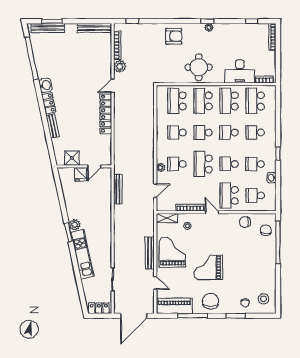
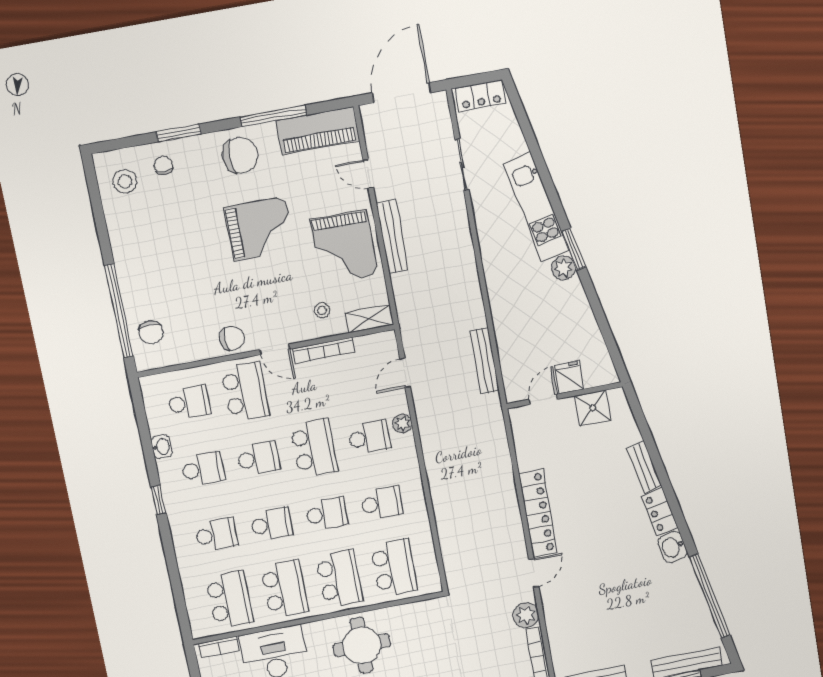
chair: (245, 222) -> (232, 338), moved
chair: (211, 301) -> (240, 155), turned -90

